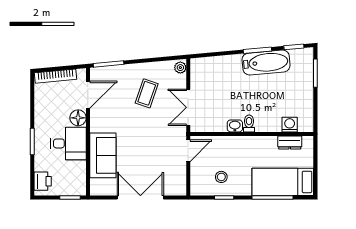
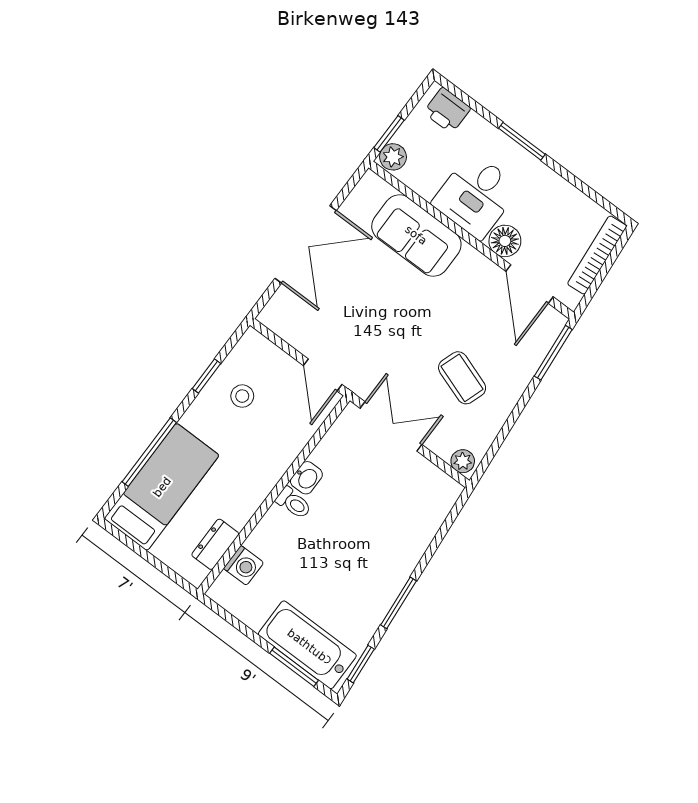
bathtub: (266, 63) -> (307, 645), moved, turned 95
plant: (78, 189) -> (393, 157), added

